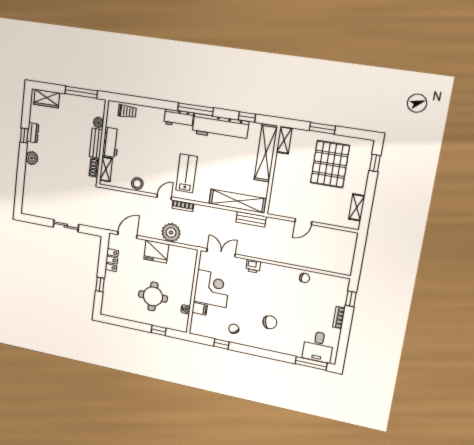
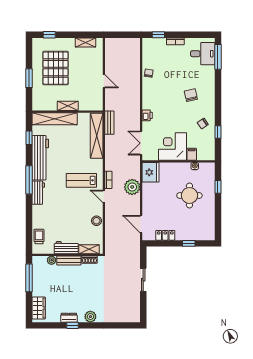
shelving: (284, 140) -> (68, 106), moved
pallet: (330, 164) -> (56, 68), turned 90
fridge: (156, 252) -> (151, 172), moved

